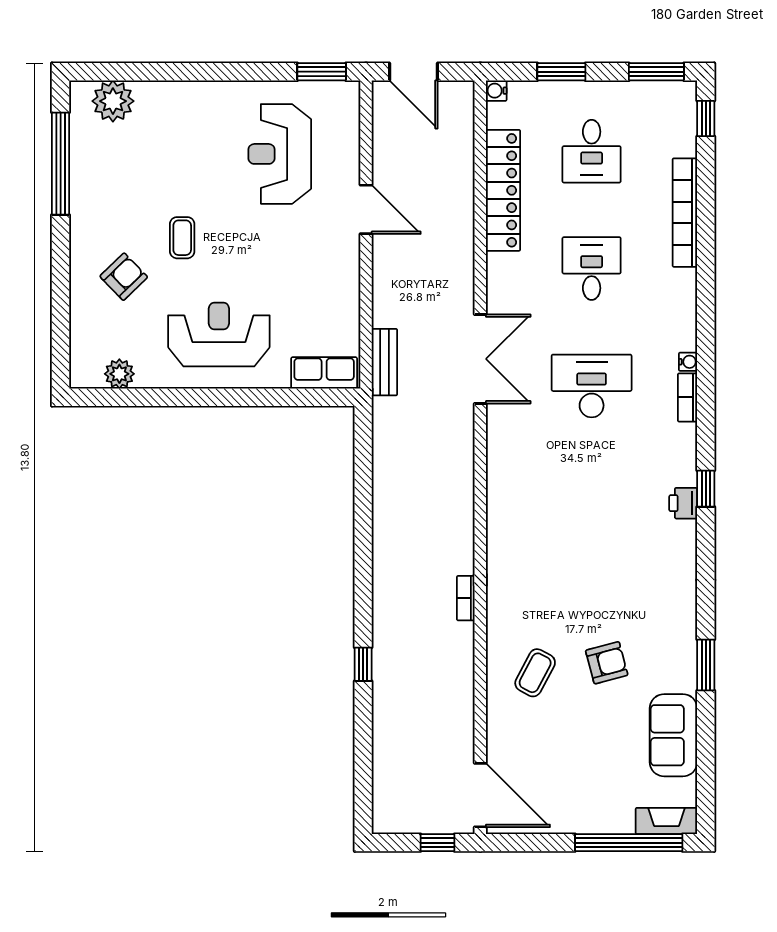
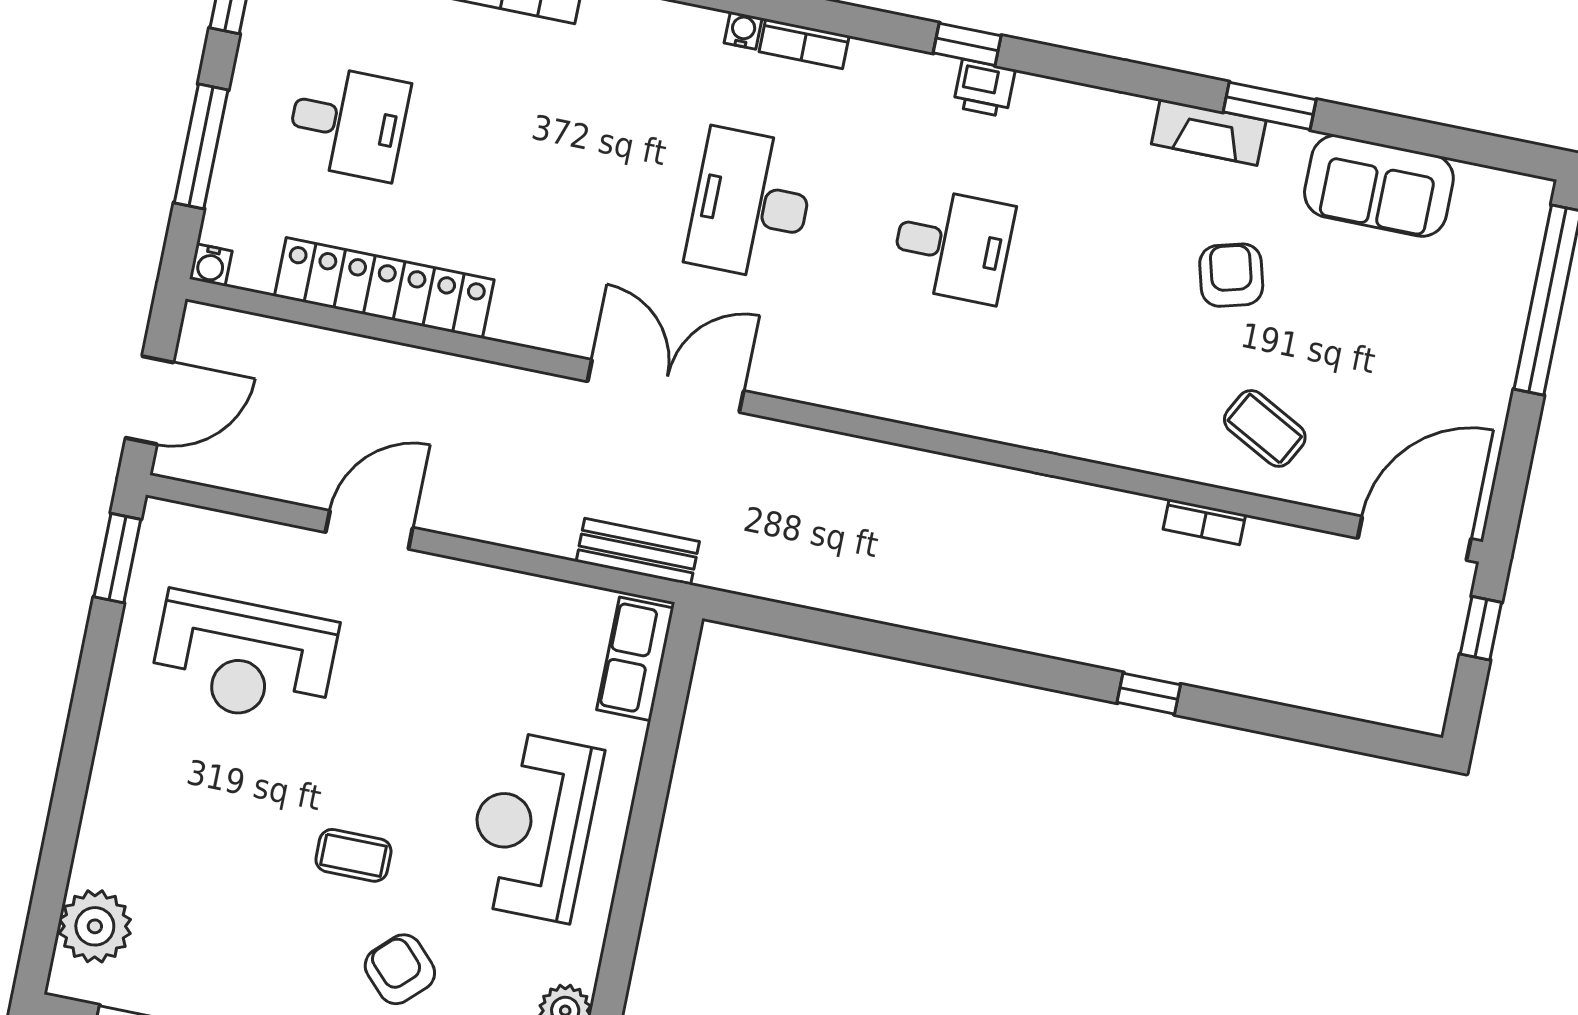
window: (561, 72) -> (201, 146), width x1.44
desk: (592, 269) -> (952, 245), moved, turned 180
bookcase: (466, 598) -> (1204, 522), moved
coffee table: (535, 673) -> (1265, 428), moved
fireplace: (666, 821) -> (1209, 132), moved, turned -90

